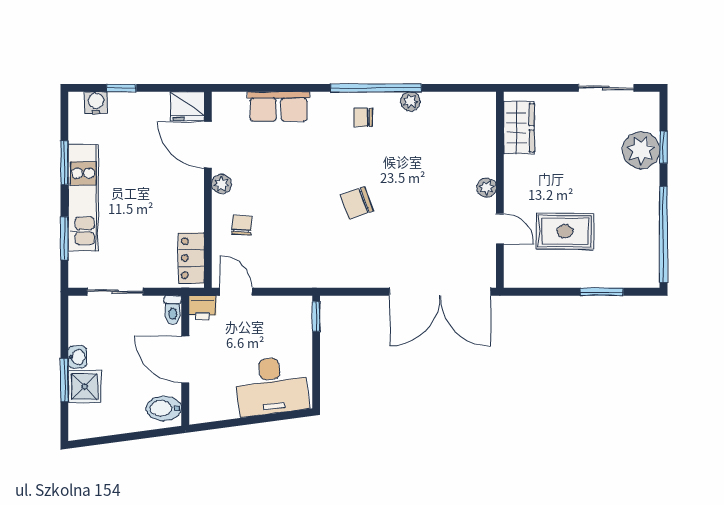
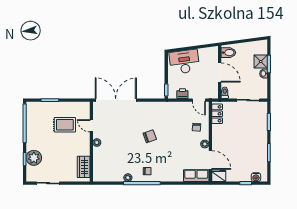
row of seats: (279, 106) -> (196, 176), moved
kitchen unit: (83, 198) -> (261, 138), removed
printer: (203, 308) -> (182, 94), moved

